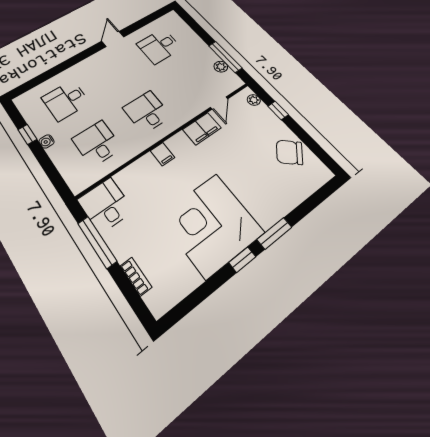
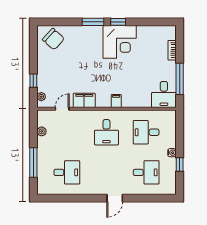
door: (113, 39) -> (115, 198), moved
window: (225, 57) -> (33, 163), moved
desk: (97, 143) -> (146, 132), turned 90
chair: (289, 152) -> (53, 39), moved
corner desk: (211, 224) -> (120, 42), width x0.74, depth x0.74

